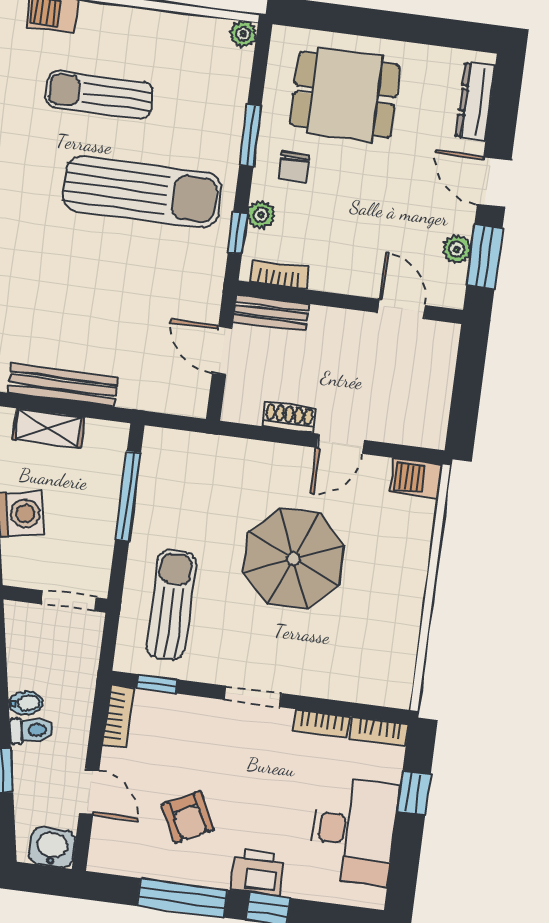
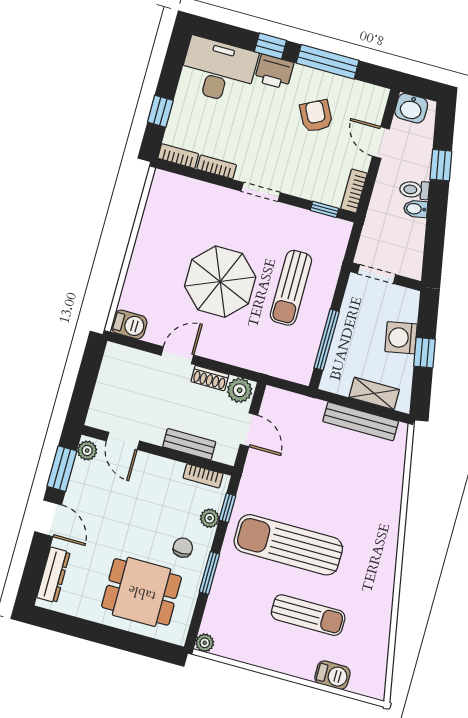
plant: (457, 249) -> (87, 451), moved
bench: (271, 313) -> (189, 444), moved
plant: (243, 406) -> (240, 390), added
sun lounger: (171, 605) -> (291, 288), moved
desk: (354, 831) -> (218, 70), moved, turned 90

